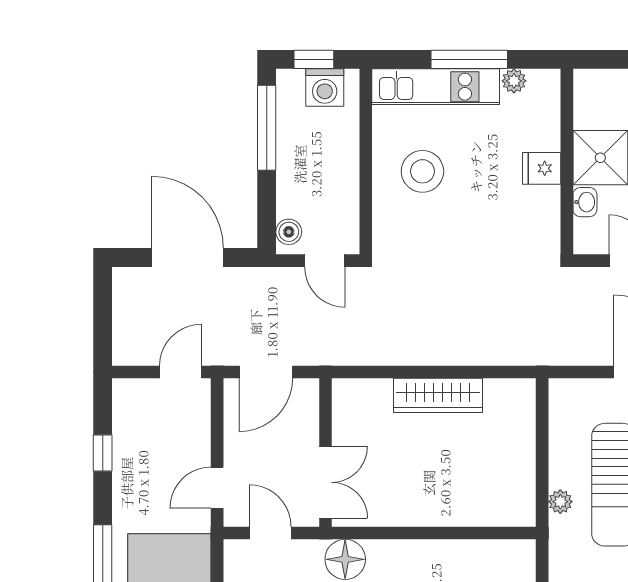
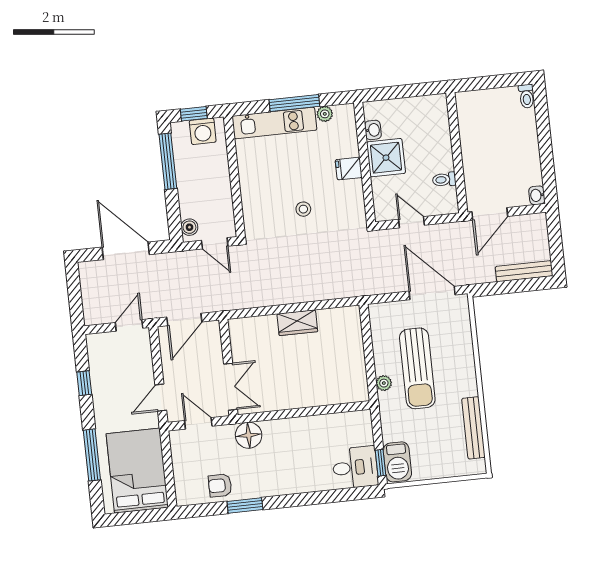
stool: (422, 171) -> (303, 209), moved, width x0.53, depth x0.53
washbasin: (585, 202) -> (373, 130), moved
wardrobe: (438, 395) -> (297, 323), width x0.67

